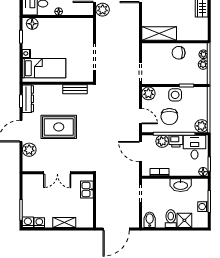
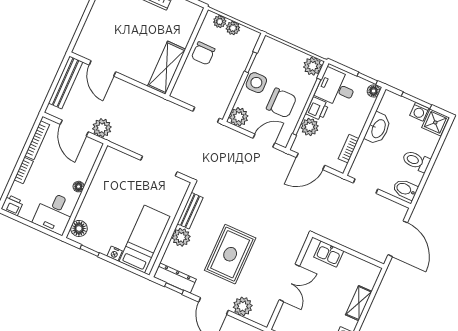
plant: (56, 91) -> (181, 237), added
shower: (184, 220) -> (435, 122), moved

